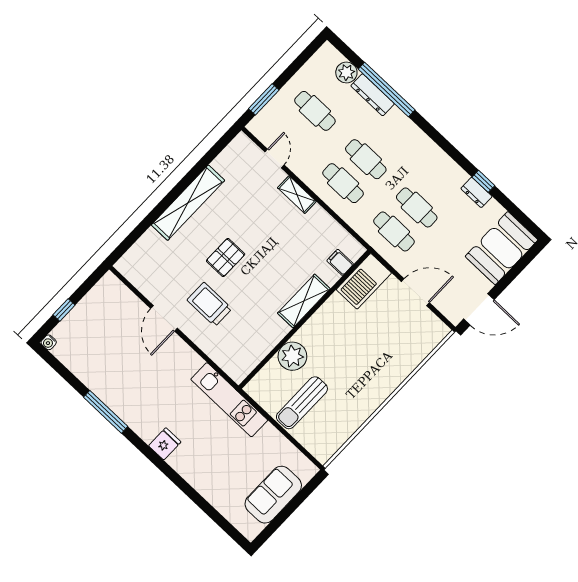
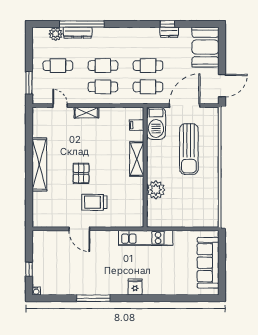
door: (415, 292) -> (185, 106), width x1.36
sun lounger: (302, 403) -> (189, 149), moved, width x1.36, depth x1.34
sofa: (273, 495) -> (208, 263), width x1.36

